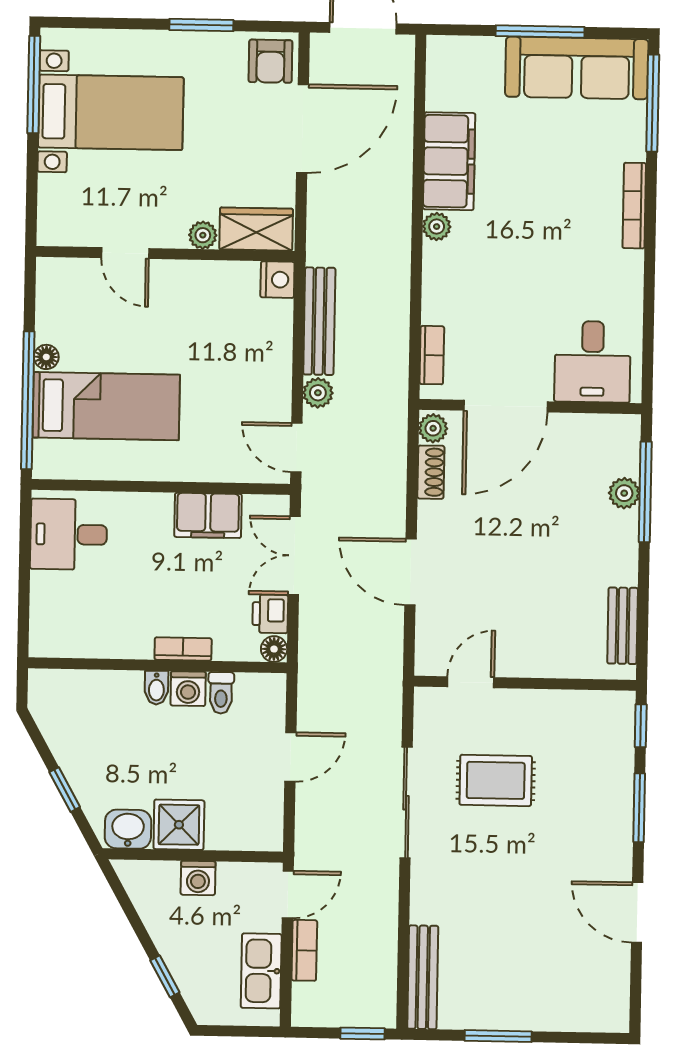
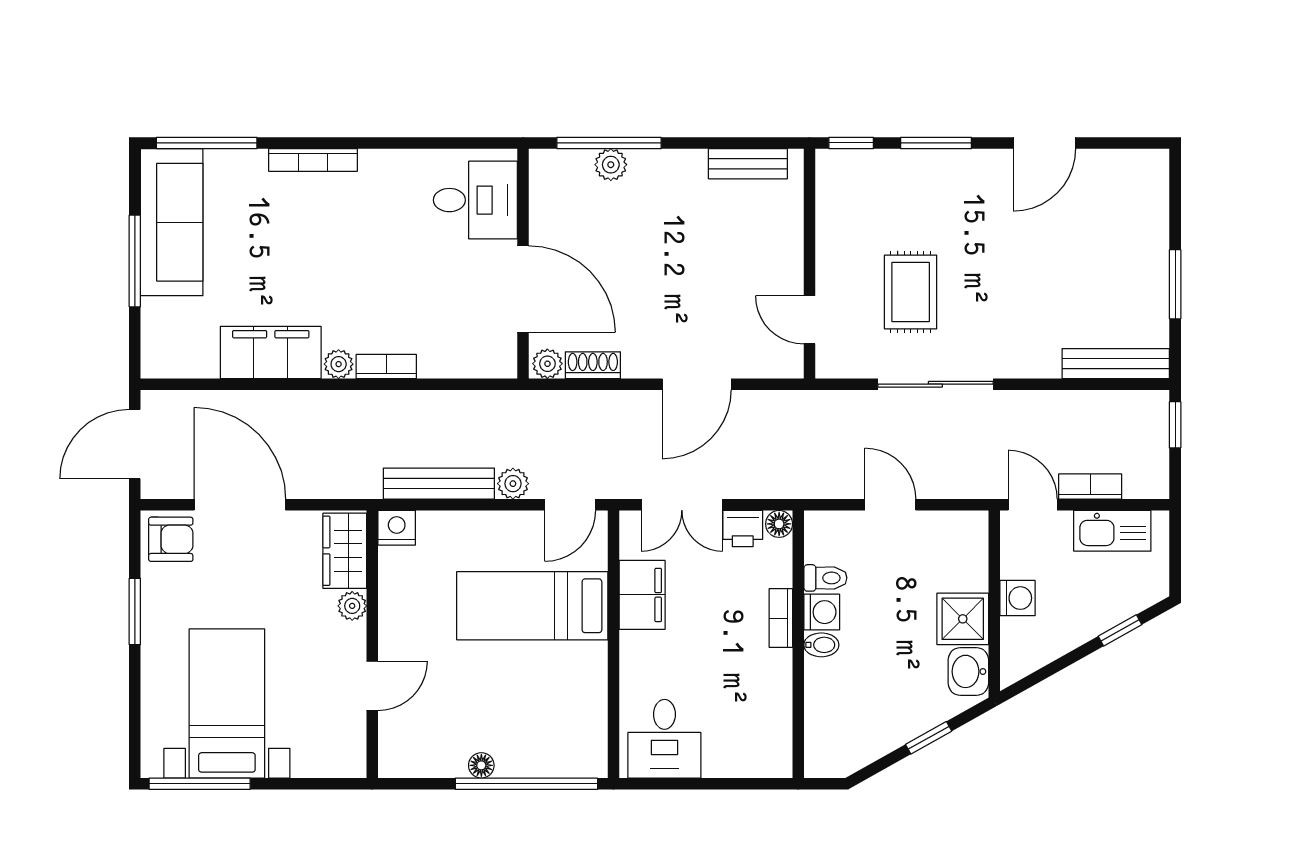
bookcase: (432, 355) -> (386, 366), moved
bed: (106, 406) -> (532, 606), moved, turned -90

